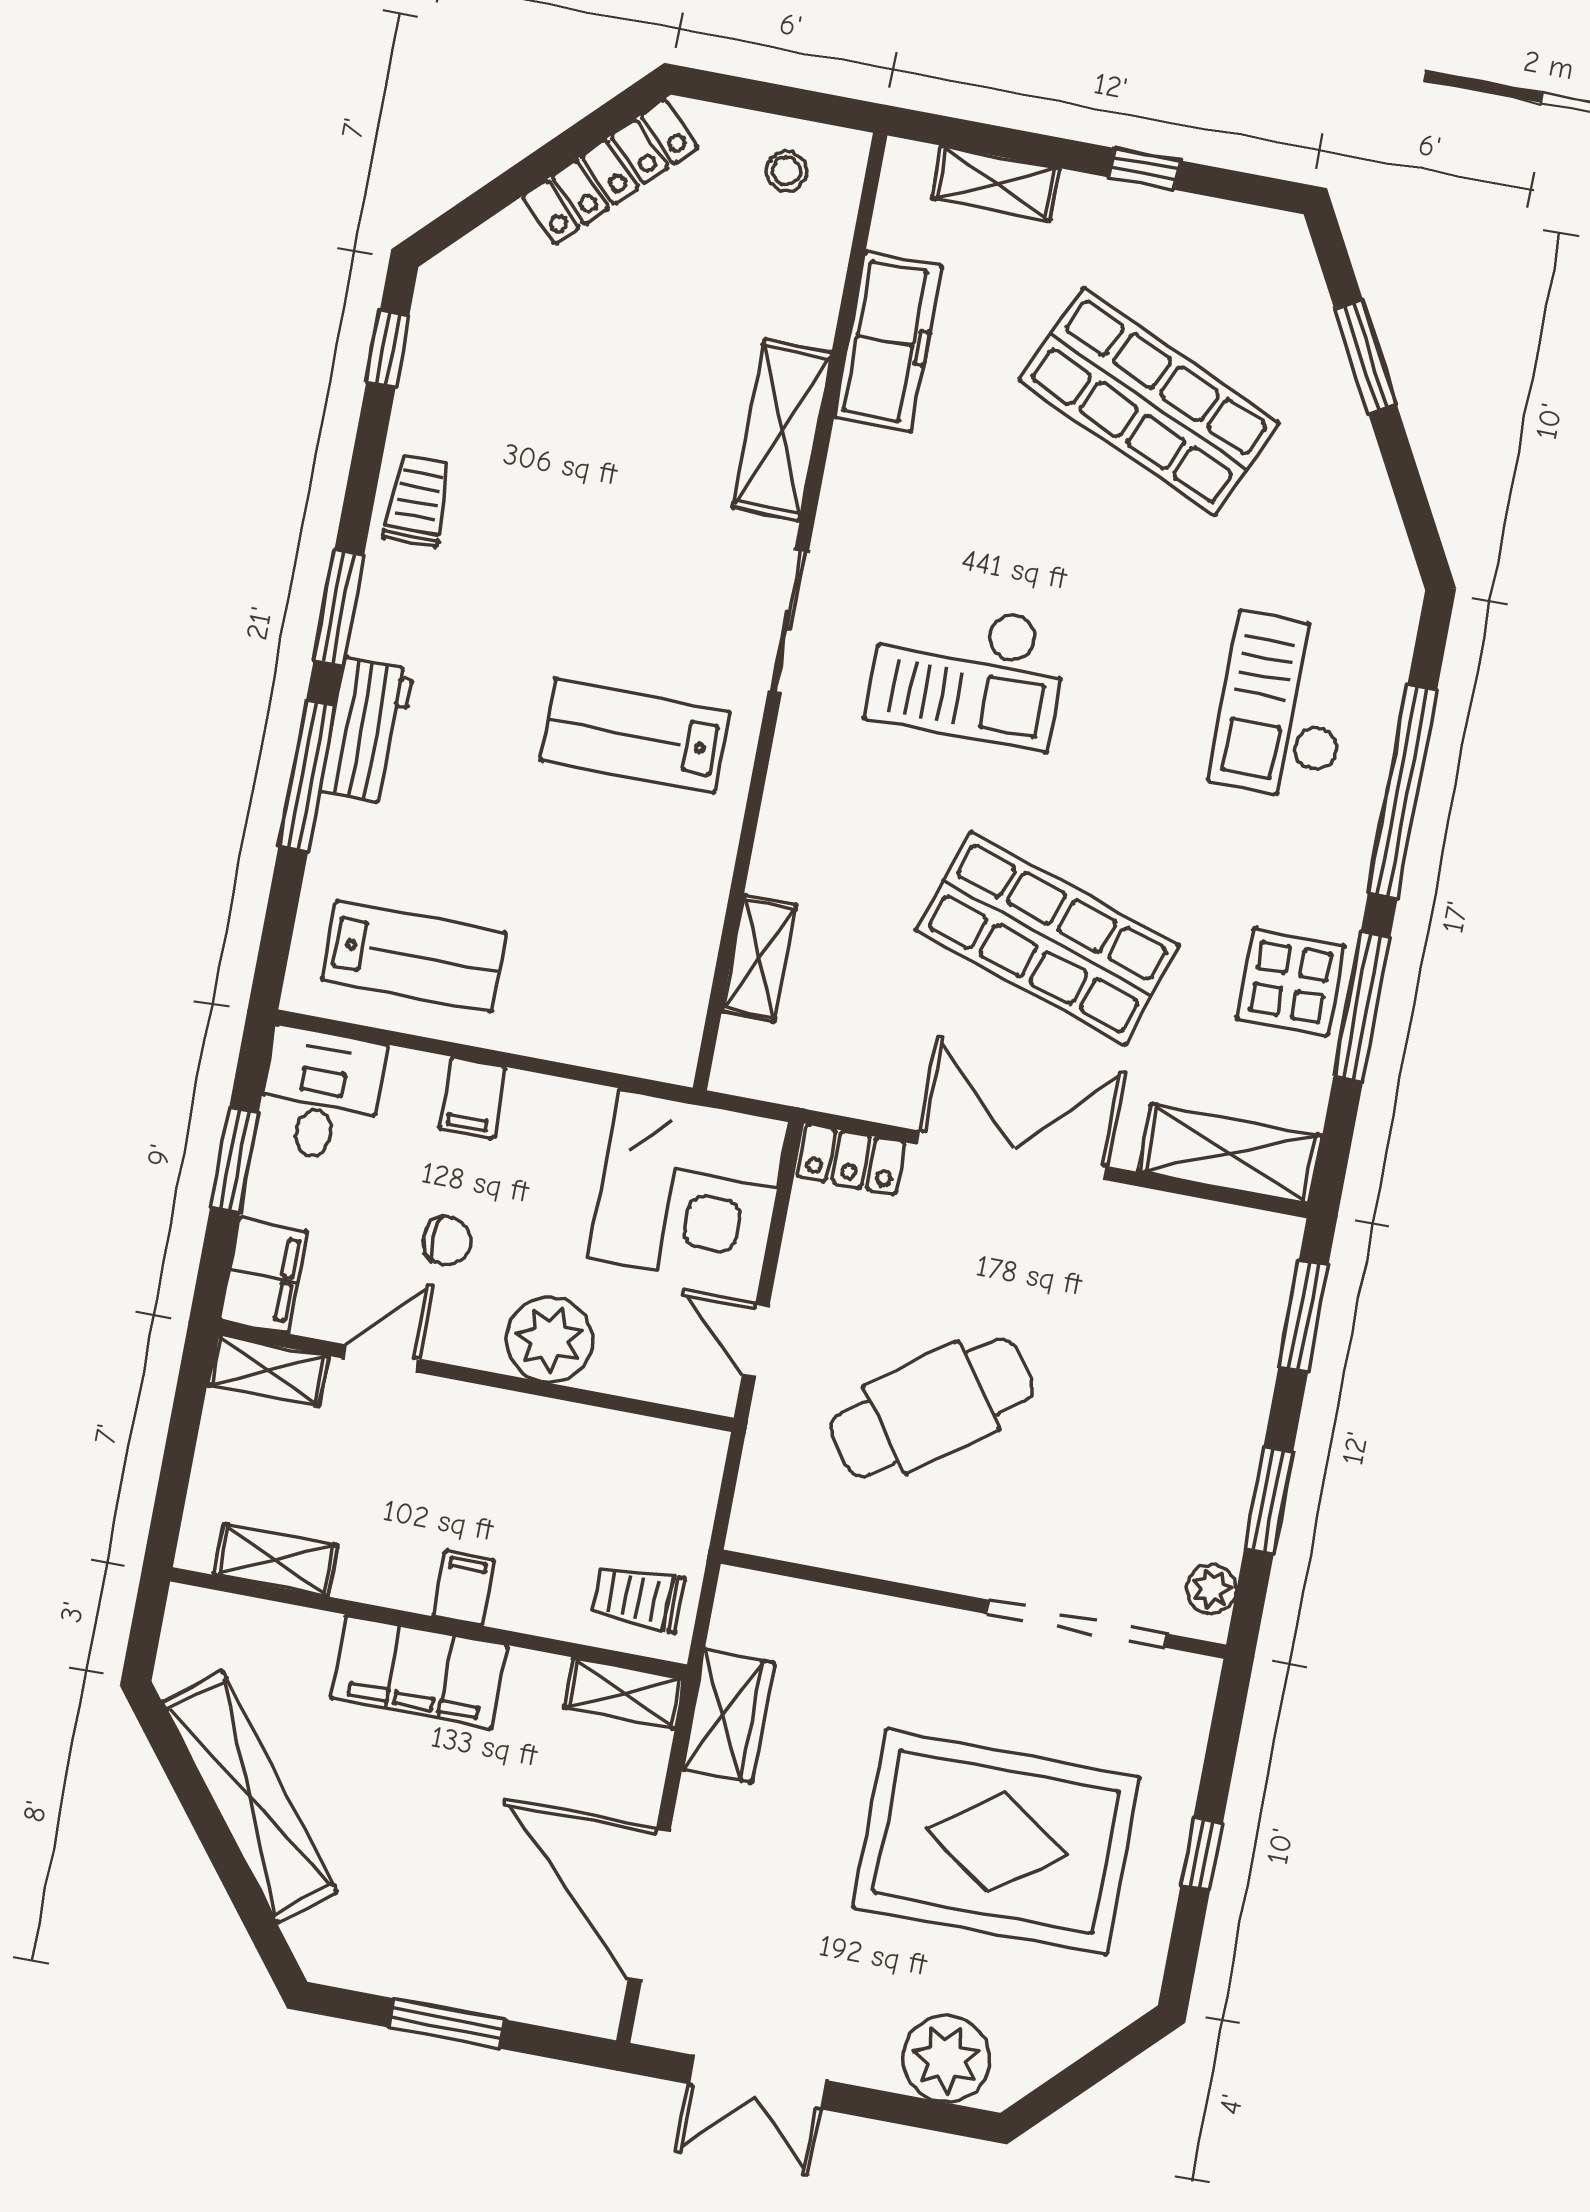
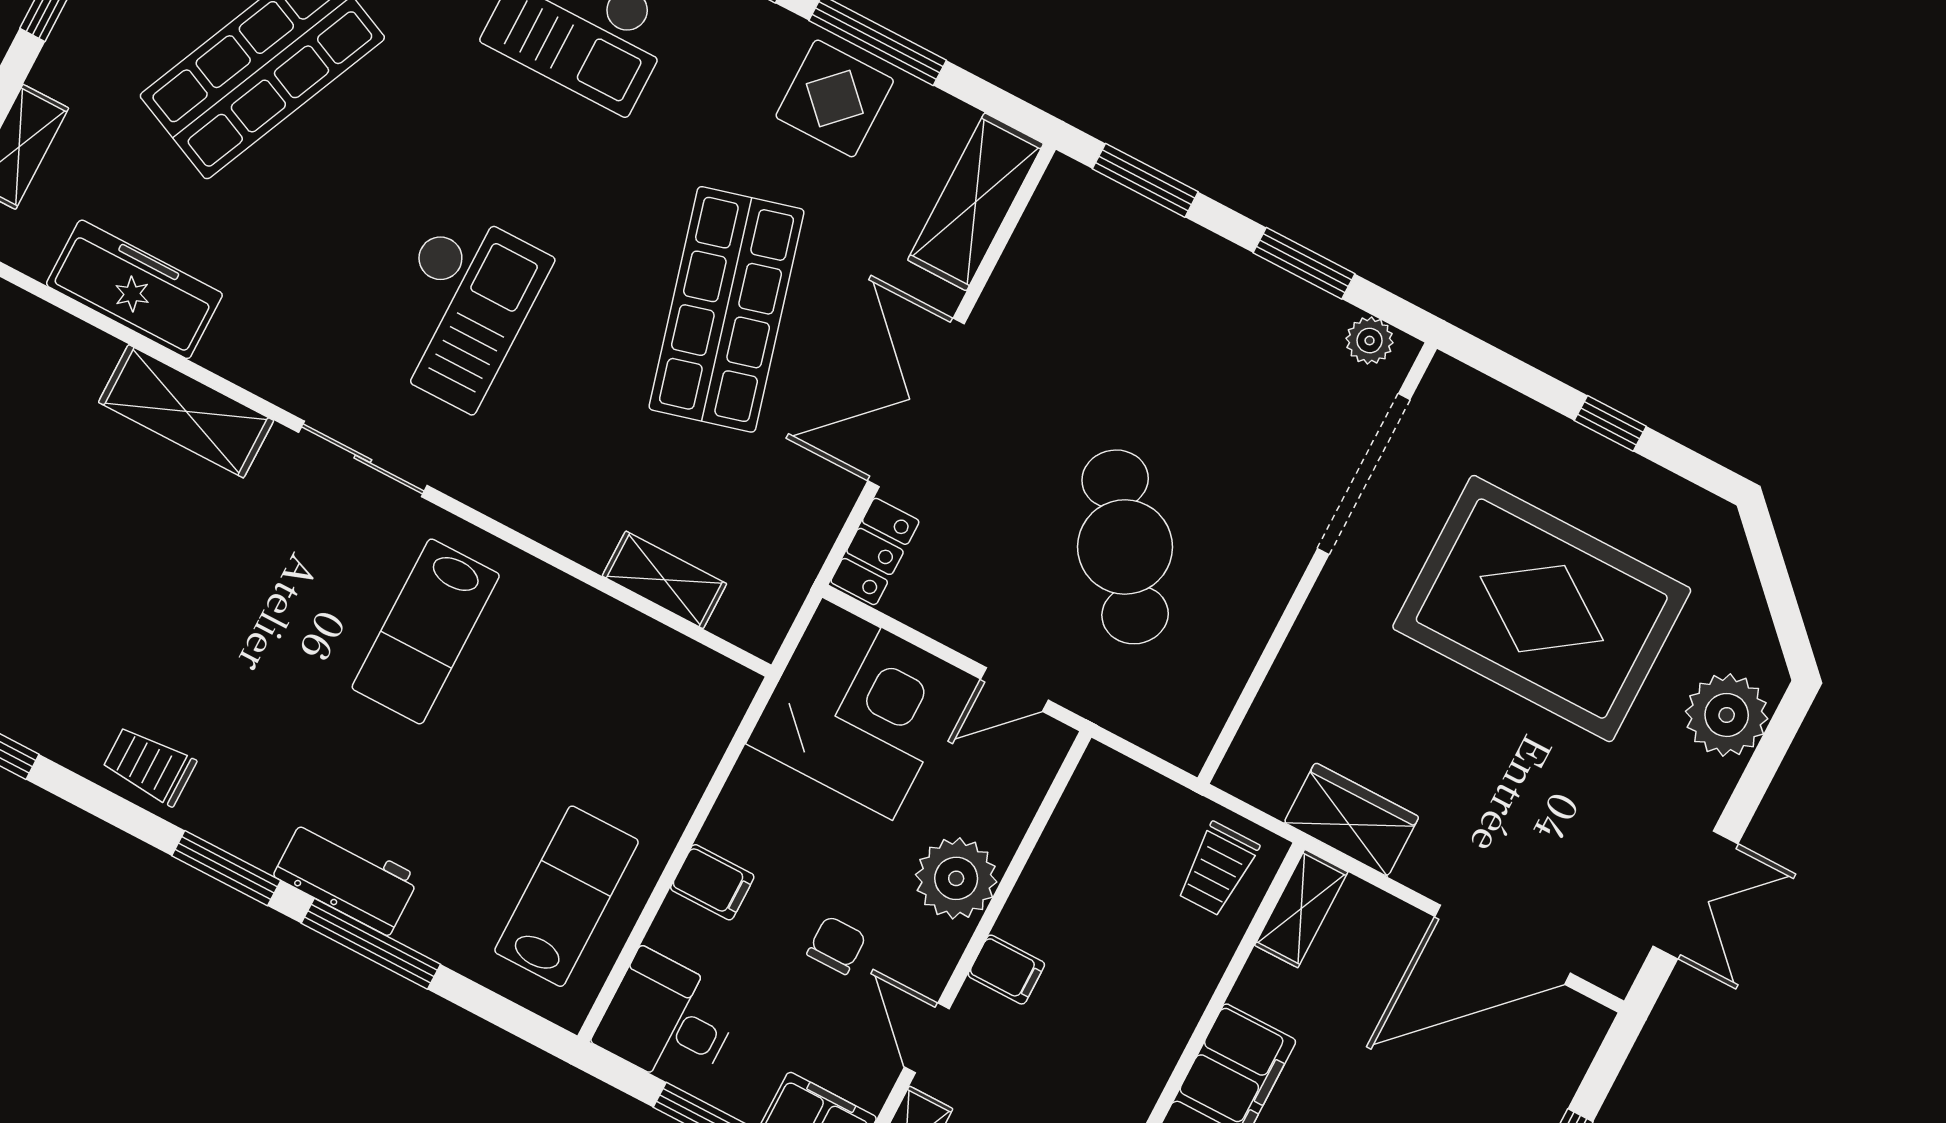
shop shelf: (1048, 938) -> (727, 309), turned -33
filing cabinet: (464, 1588) -> (1006, 970), moved, turned 180
rug: (996, 1842) -> (1542, 609), turned 90

